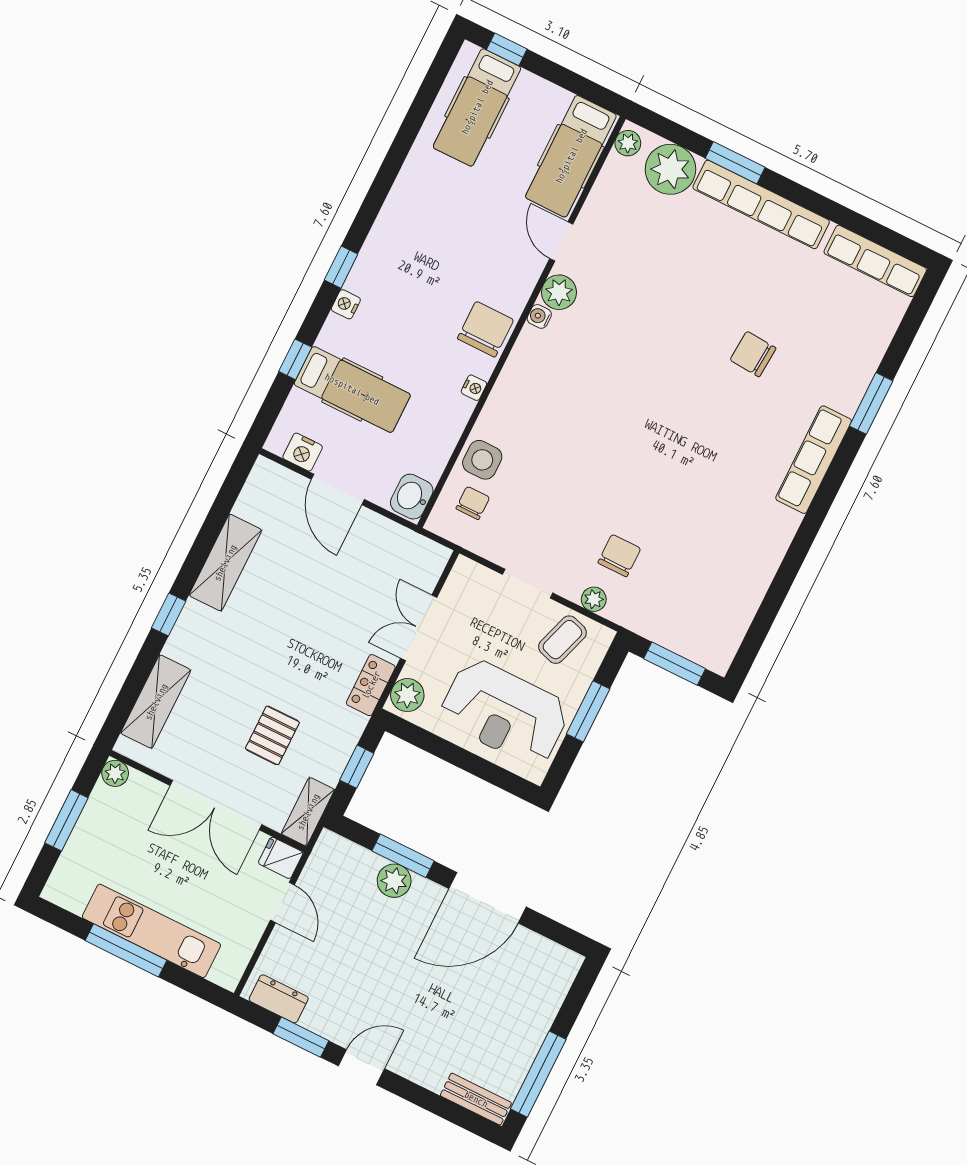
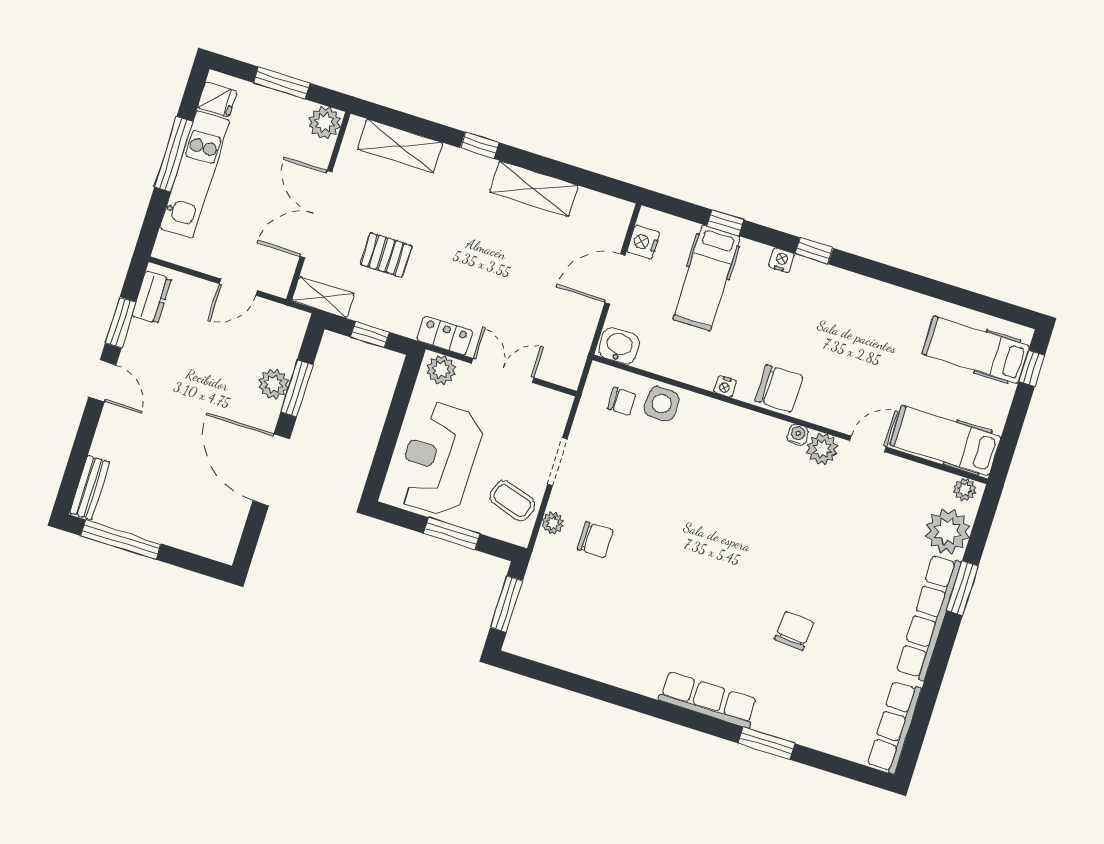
plant: (115, 773) -> (325, 123), width x1.38, depth x1.38
fridge: (281, 858) -> (217, 99), moved, turned 90

